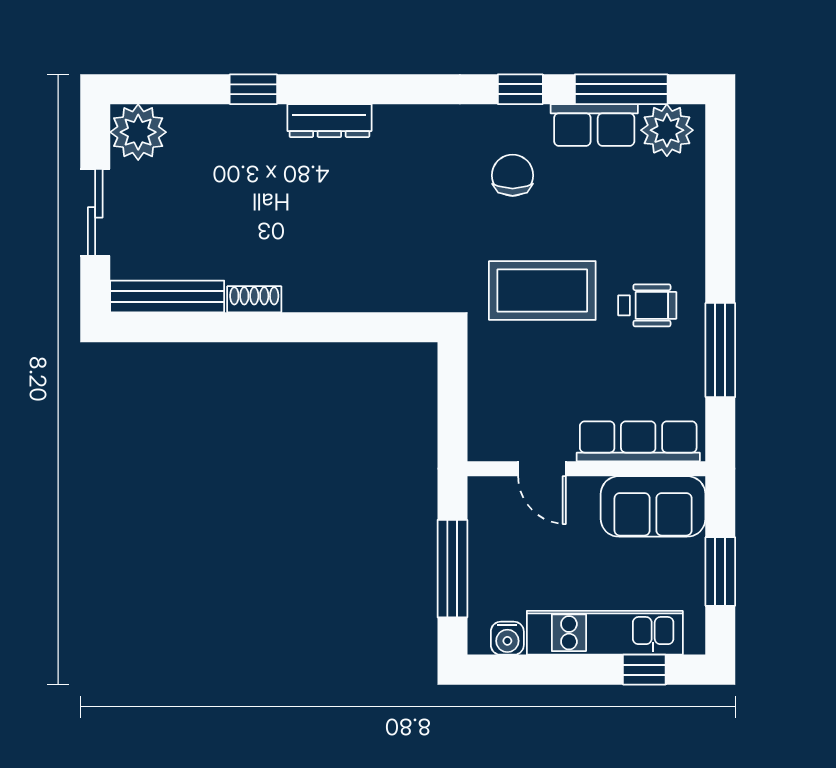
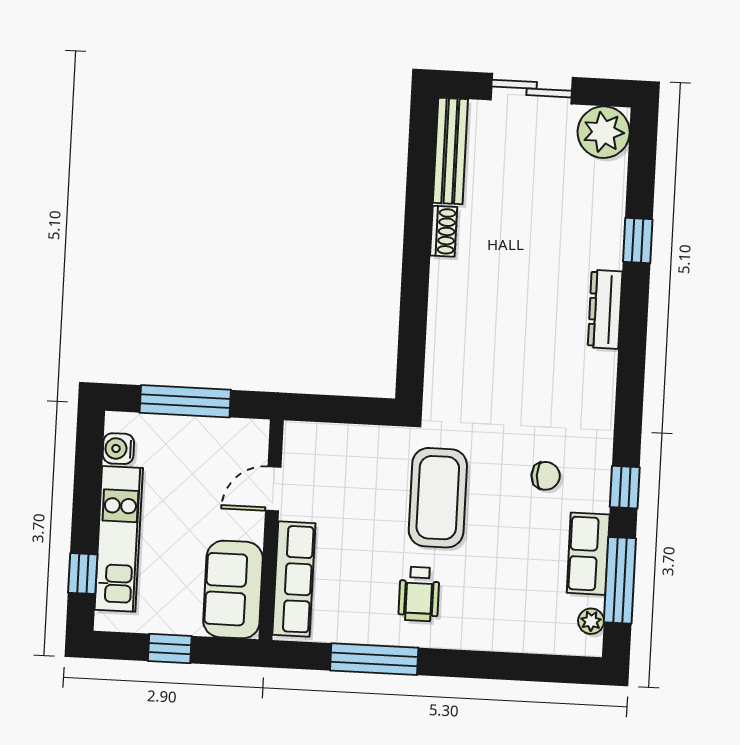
plant: (667, 130) -> (591, 621), width x0.53, depth x0.53
chair: (513, 175) -> (546, 476), width x0.73, depth x0.73
window: (720, 572) -> (170, 648), width x0.67

